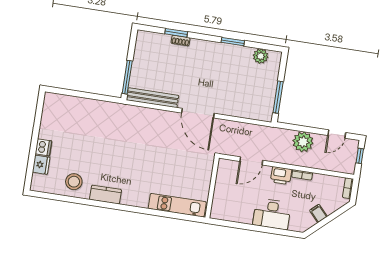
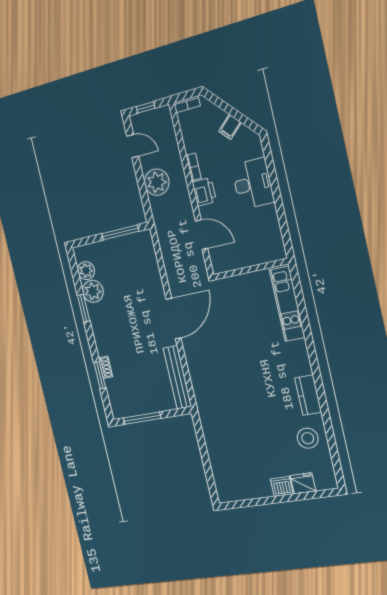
plant: (243, 55) -> (93, 291), added
window: (127, 77) -> (142, 418), moved

